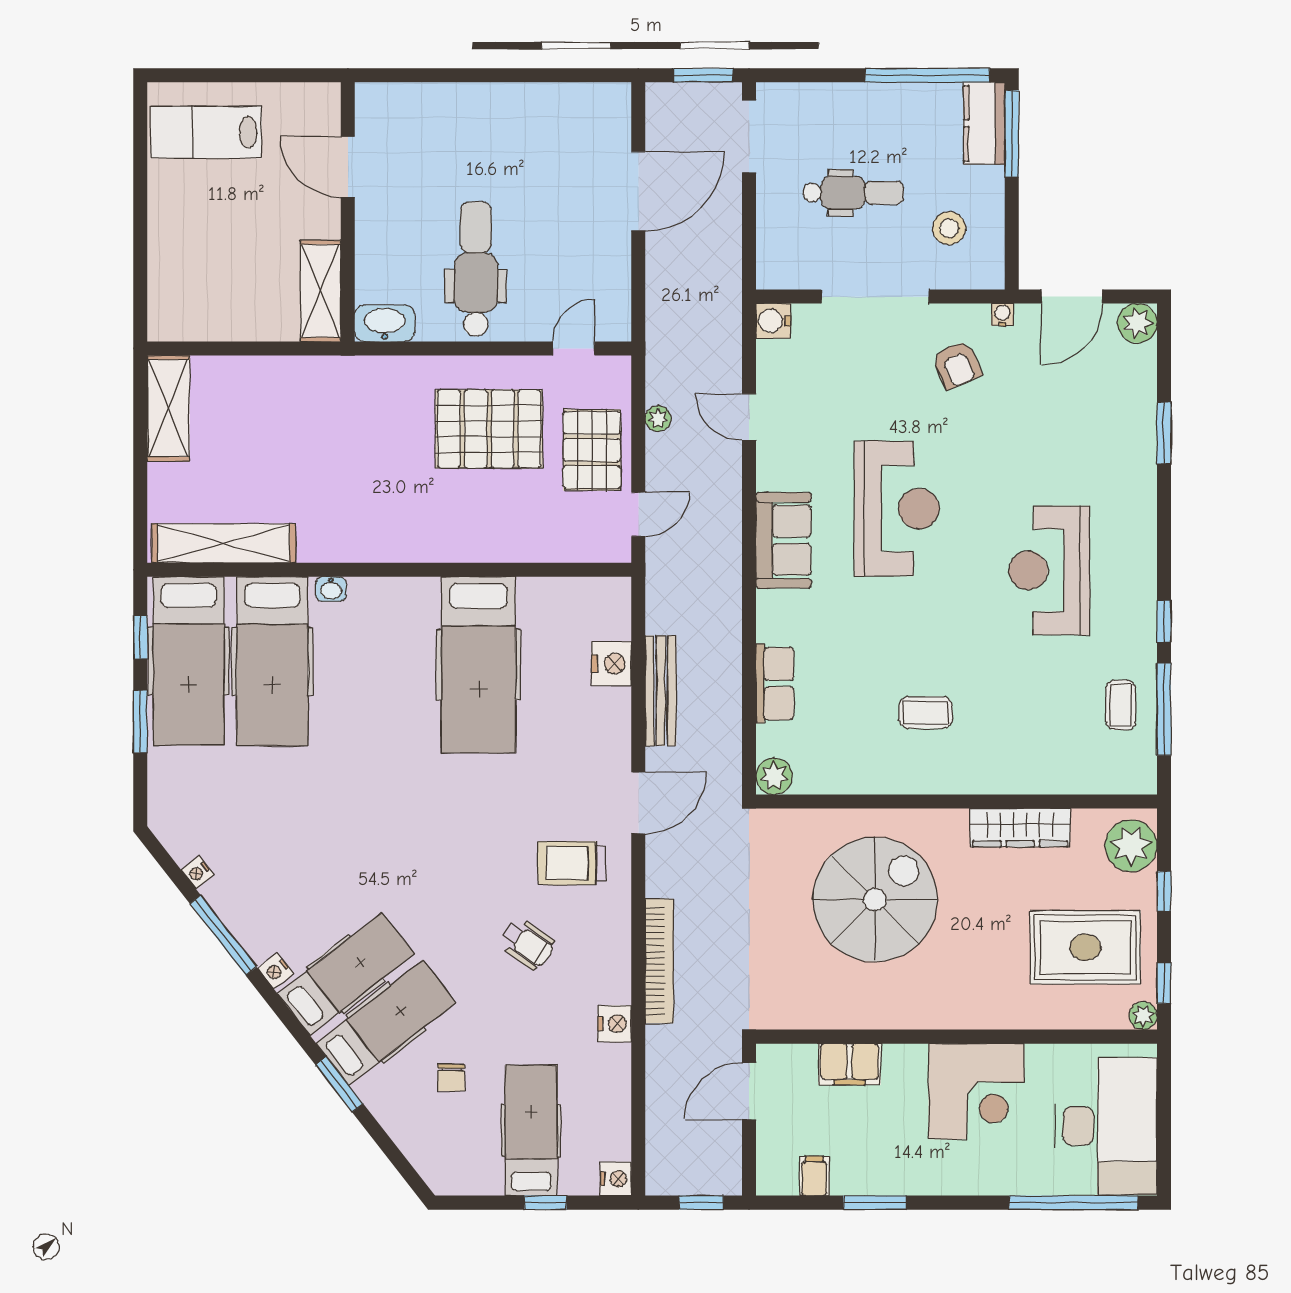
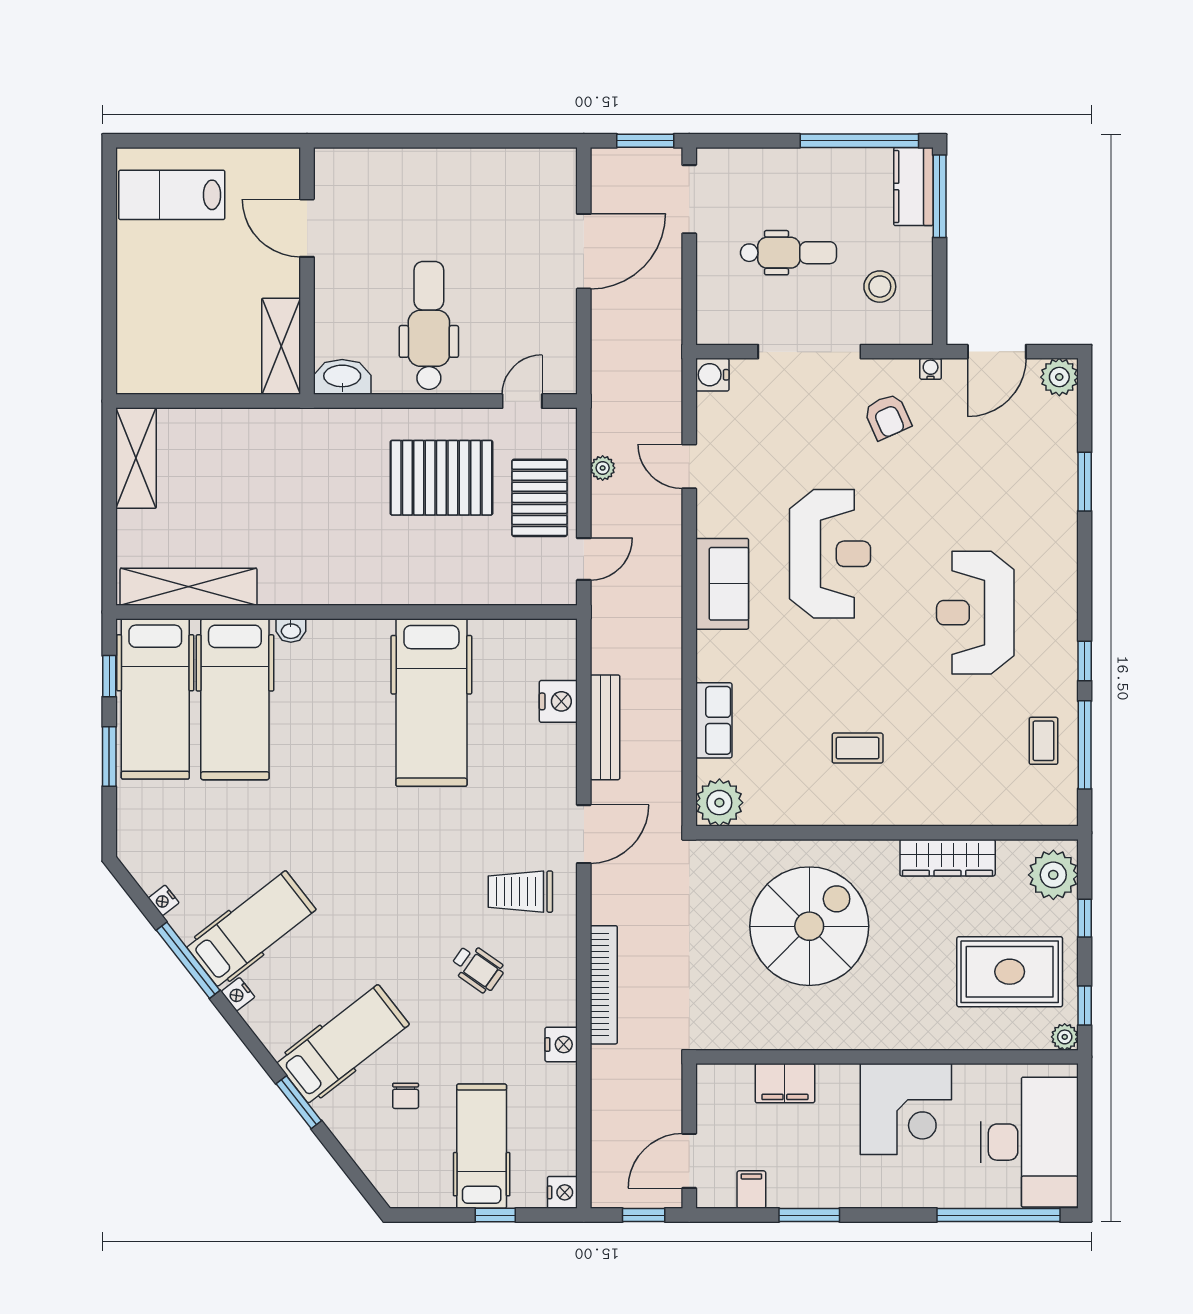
plant: (774, 776) -> (719, 803), width x1.36, depth x1.36
hospital bed: (346, 974) -> (251, 928), moved
door: (749, 1091) -> (689, 1161), moved

